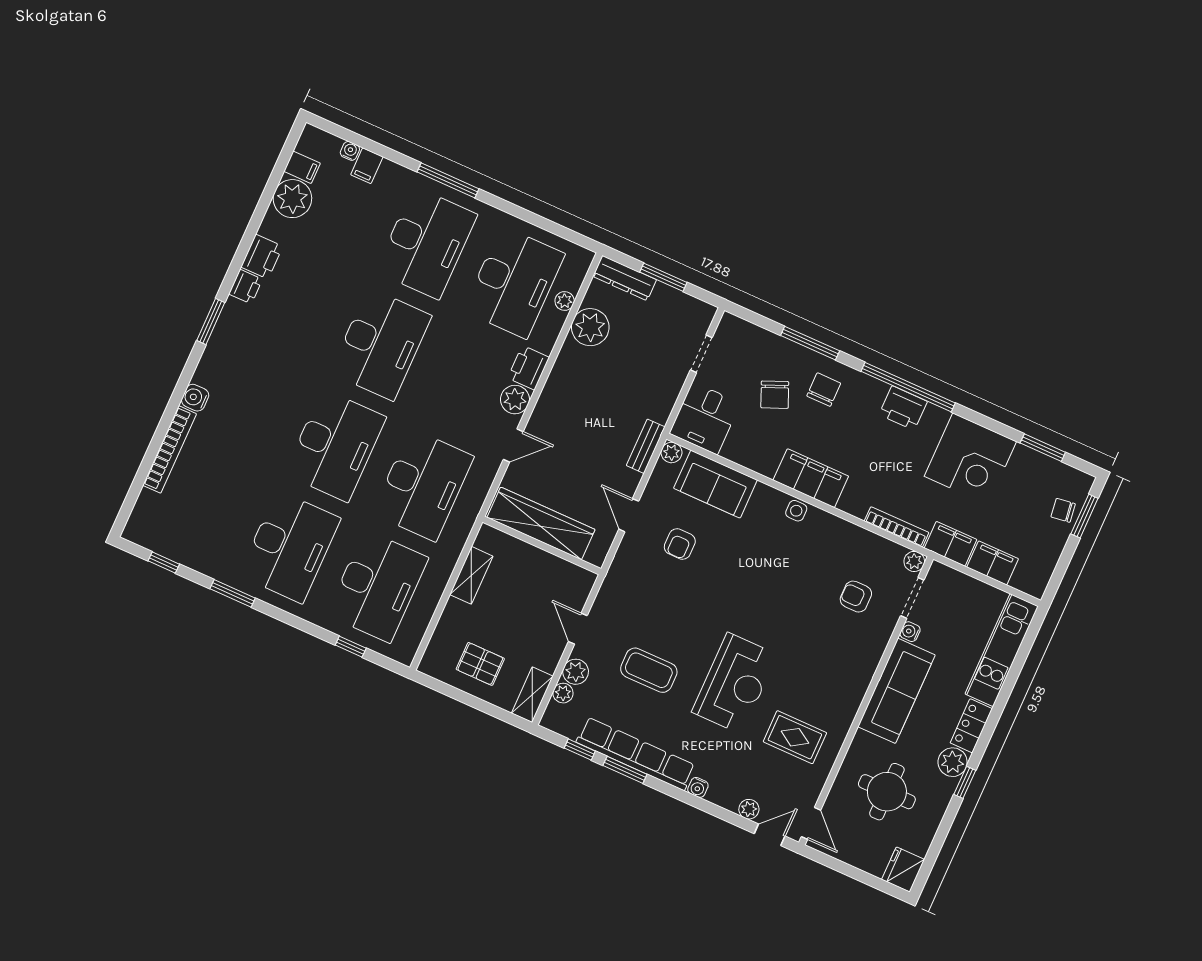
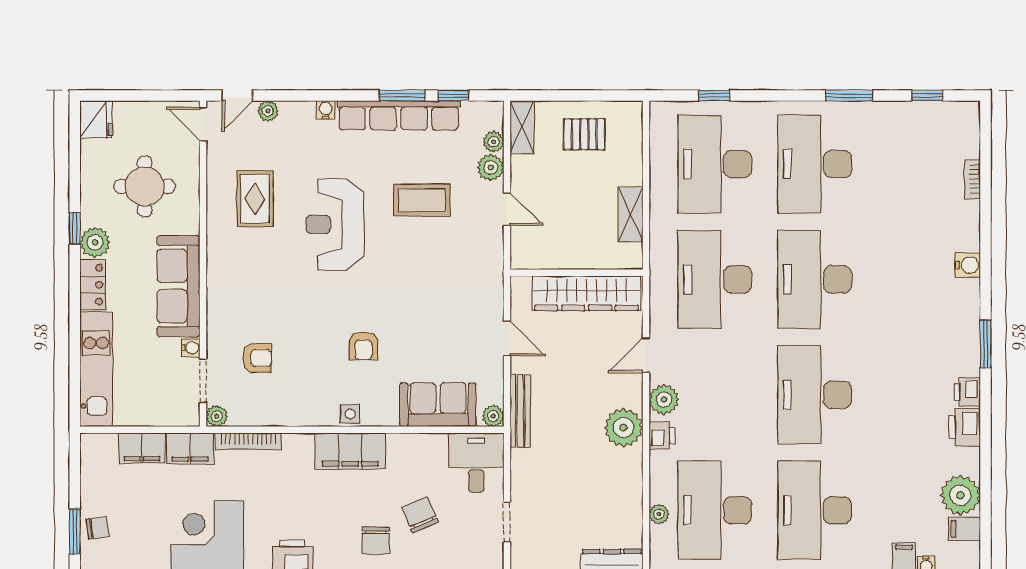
plant: (590, 327) -> (624, 428), moved
printer: (528, 368) -> (662, 435), width x0.73, depth x0.81
bench: (646, 446) -> (520, 411), width x1.36
bookcase: (170, 449) -> (972, 179), width x0.43, depth x0.76
armchair: (680, 544) -> (363, 346), moved, turned 180
rug: (795, 737) -> (255, 199), turned 90

